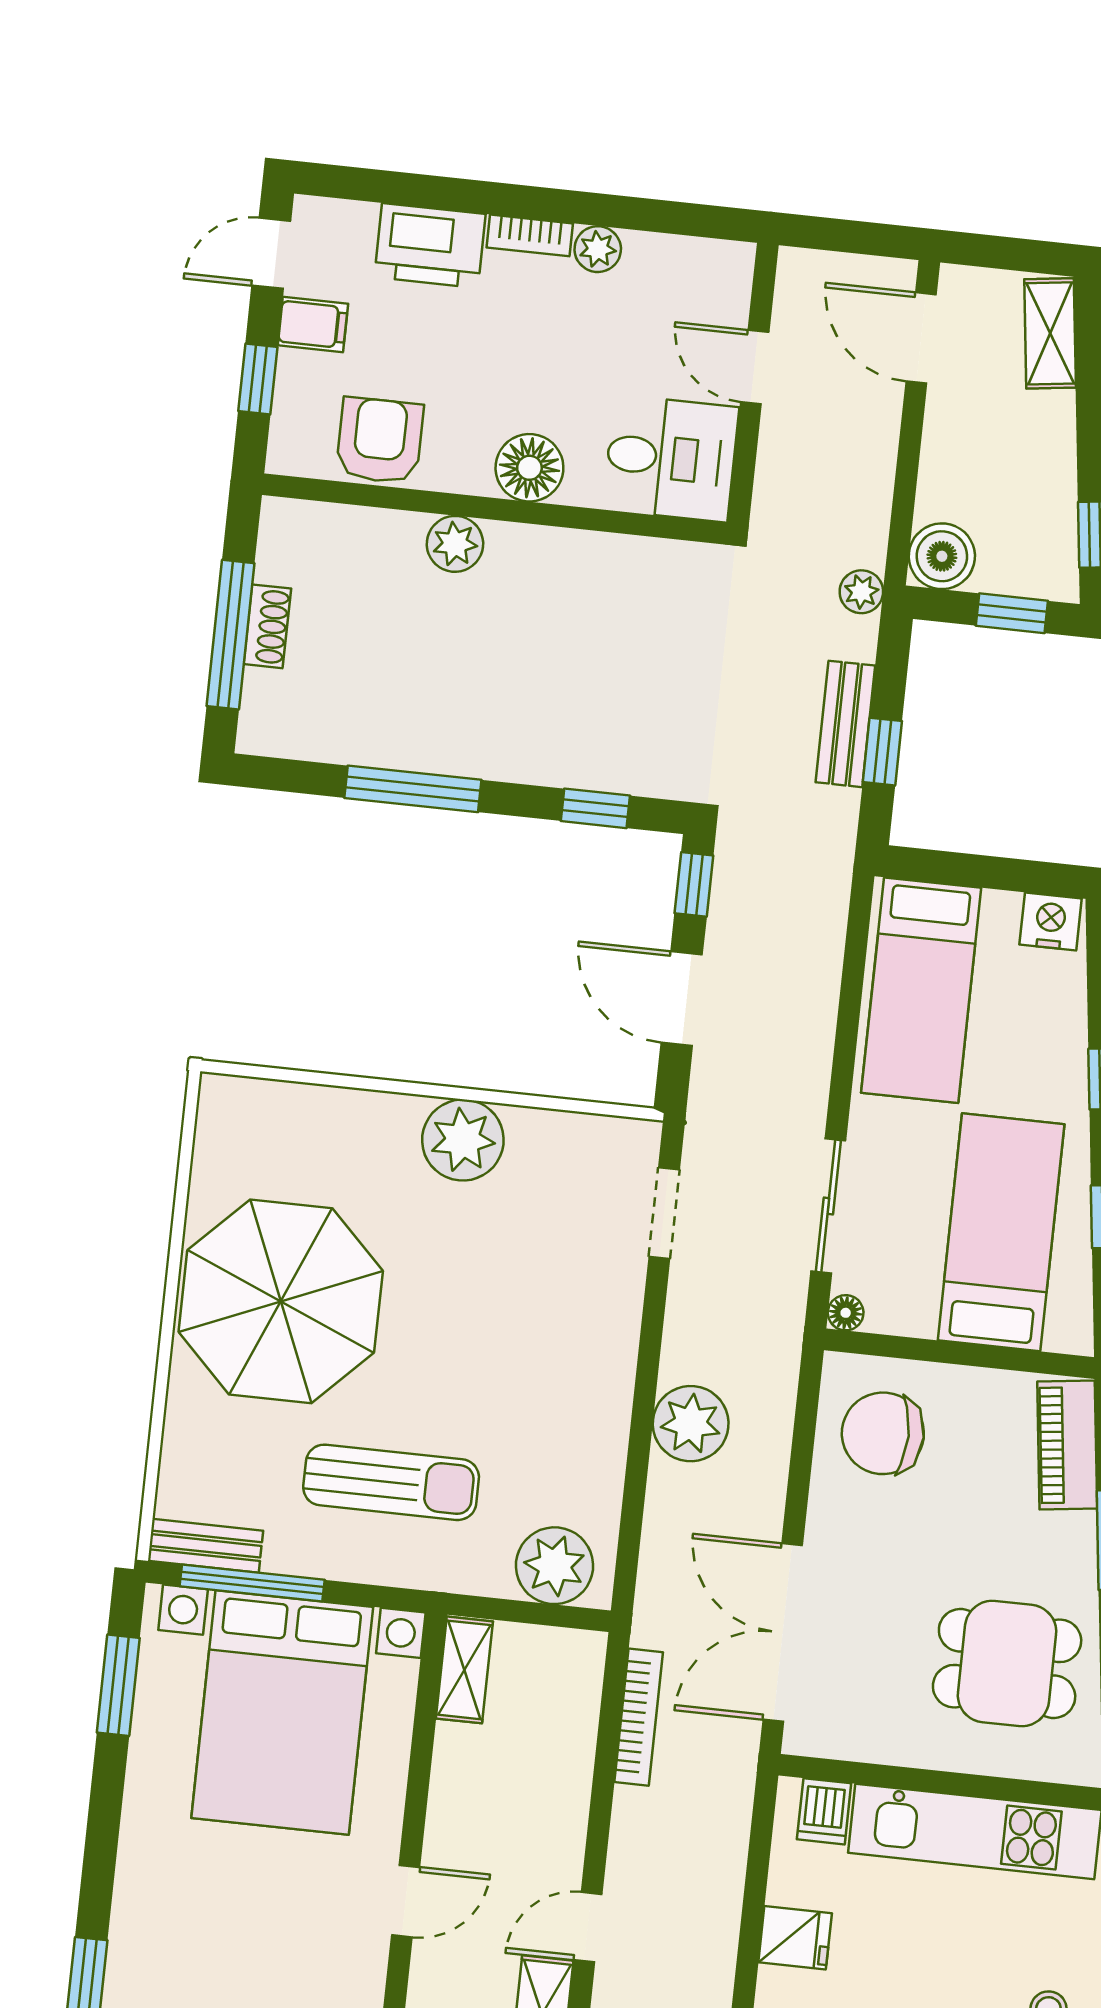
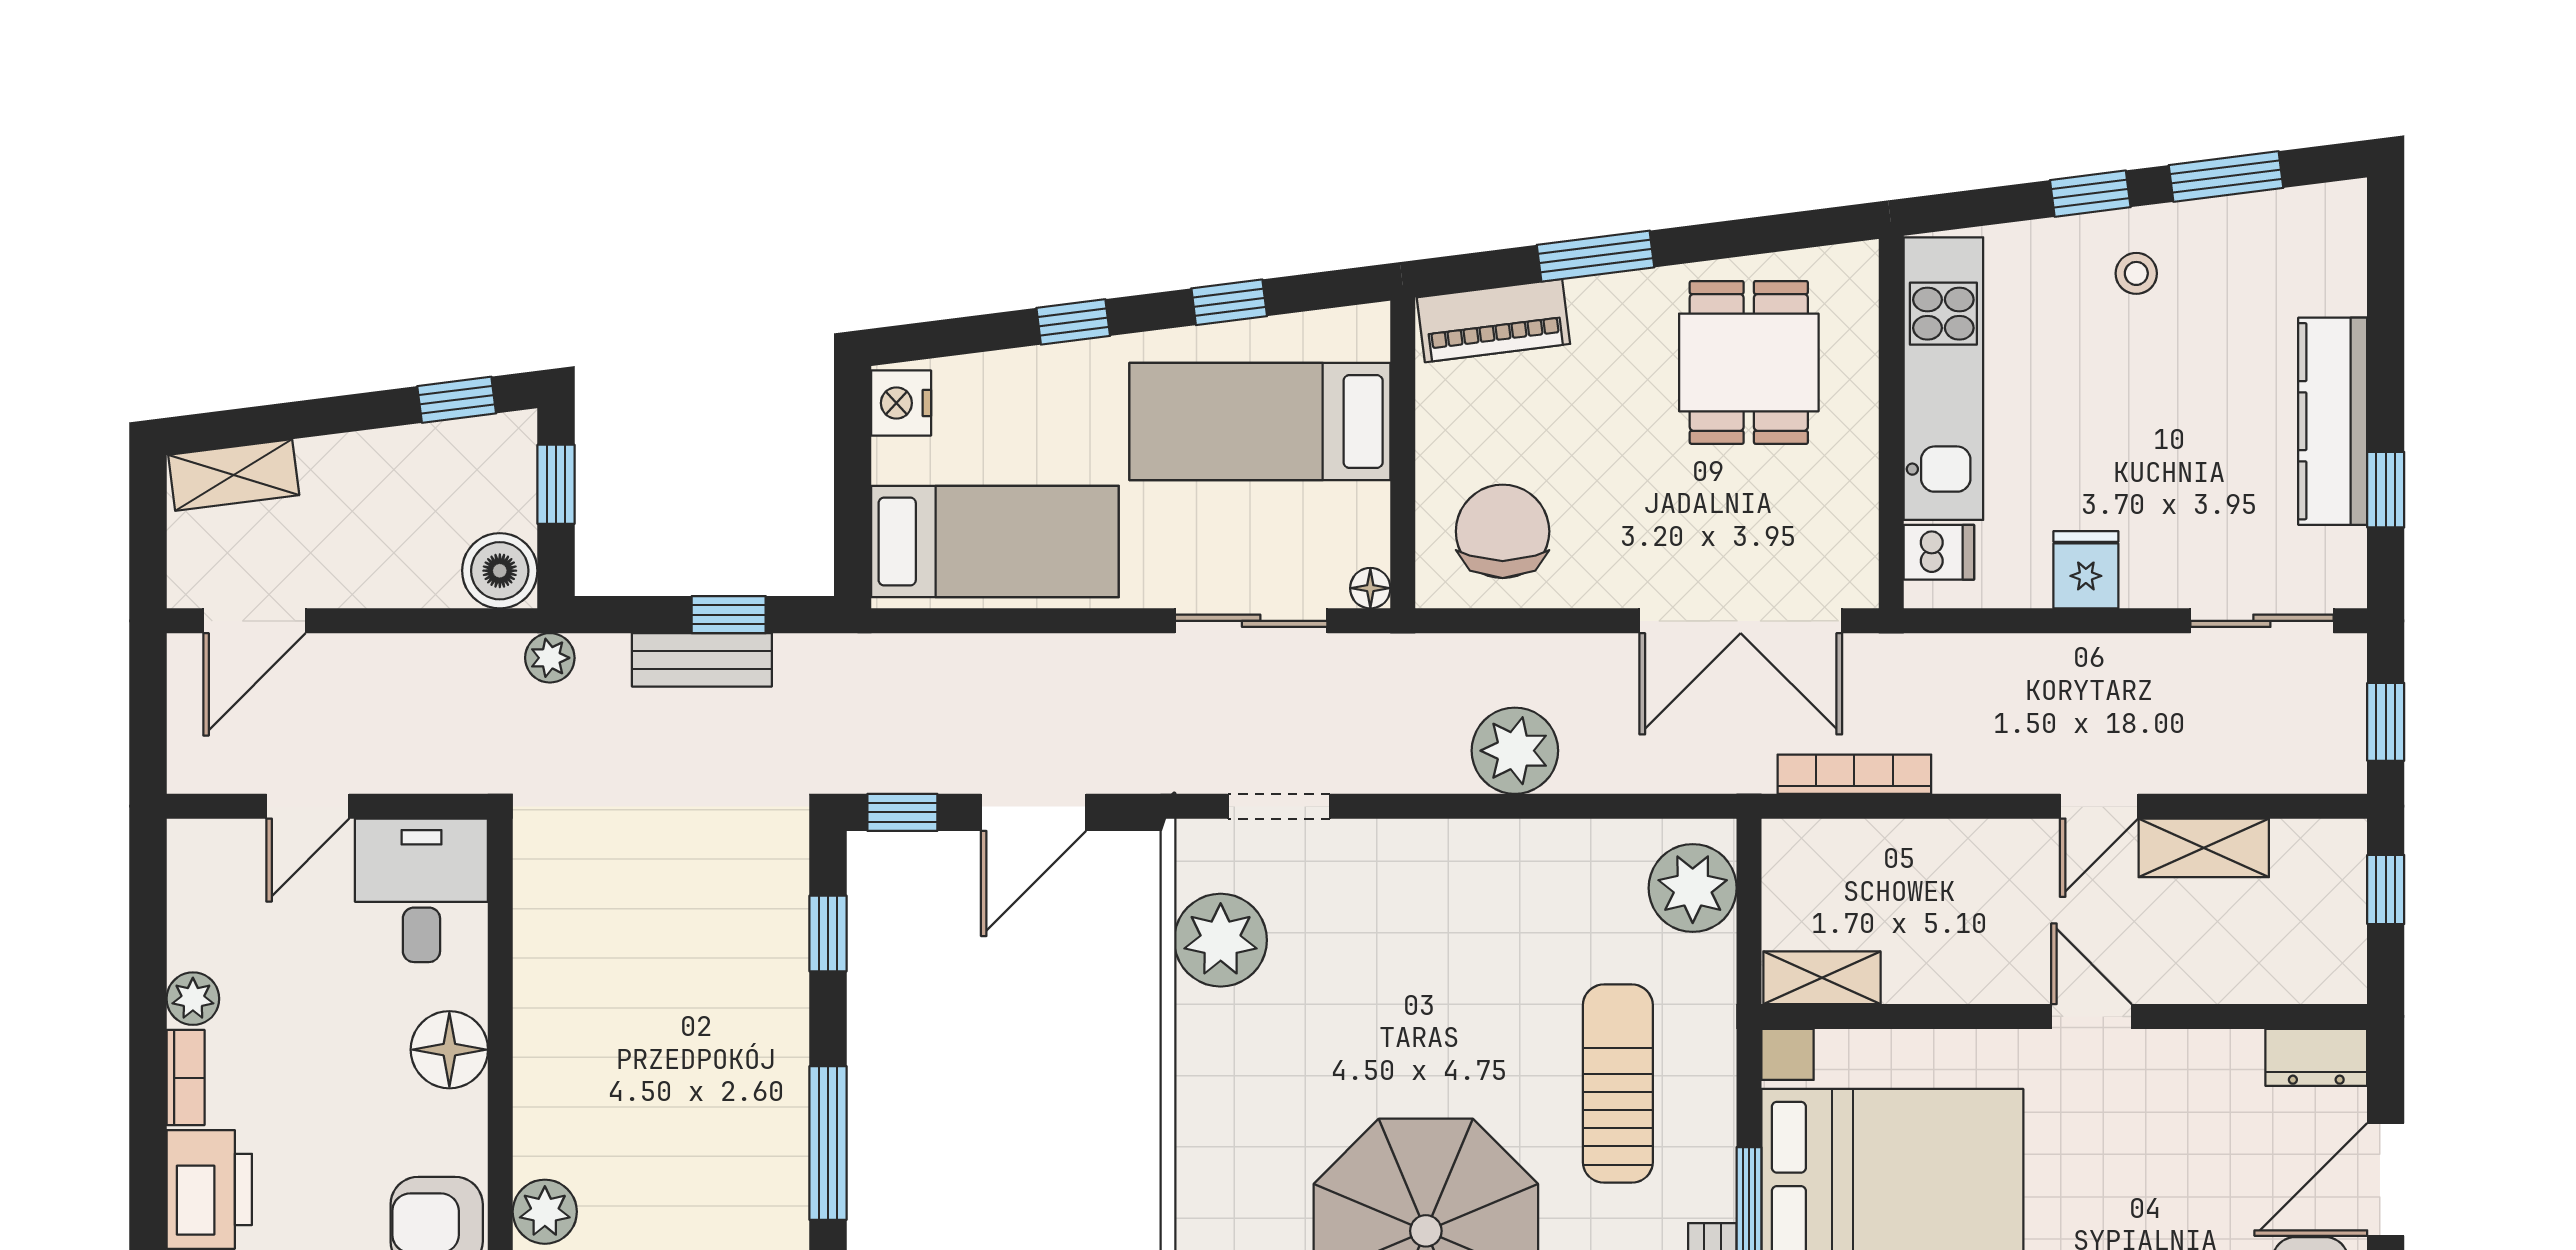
plant: (455, 544) -> (545, 1212), moved
plant: (463, 1140) -> (1221, 940), moved
chair: (883, 1433) -> (1503, 531), turned 180
door: (588, 1927) -> (2099, 806), hinge flipped

